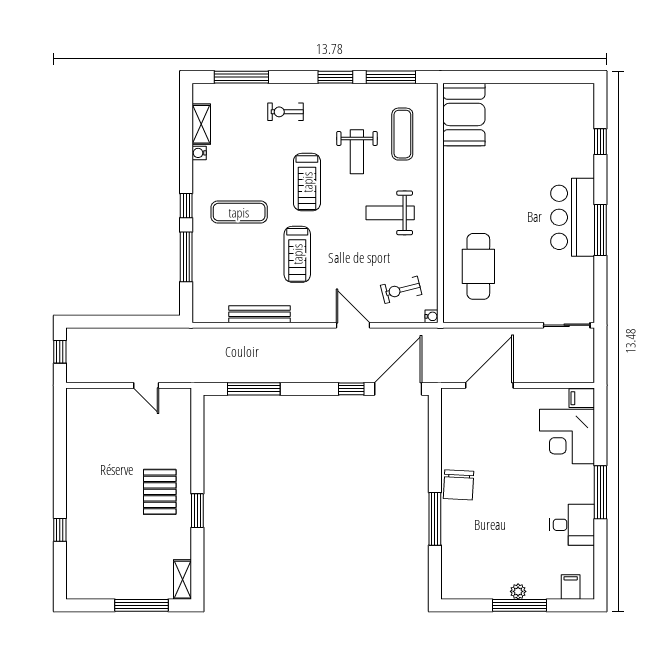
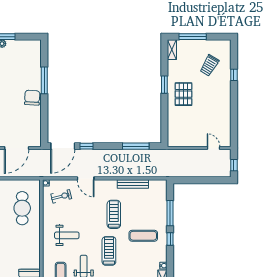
door: (146, 385) -> (213, 148), moved
trolley: (109, 549) -> (209, 65), added

